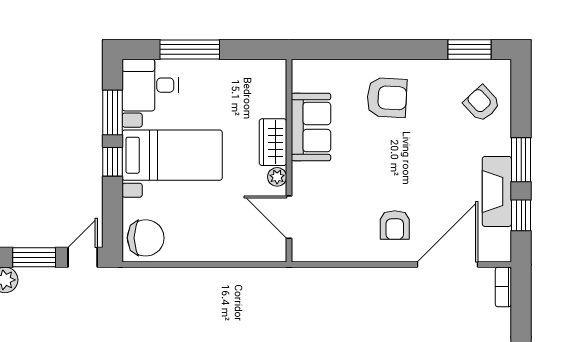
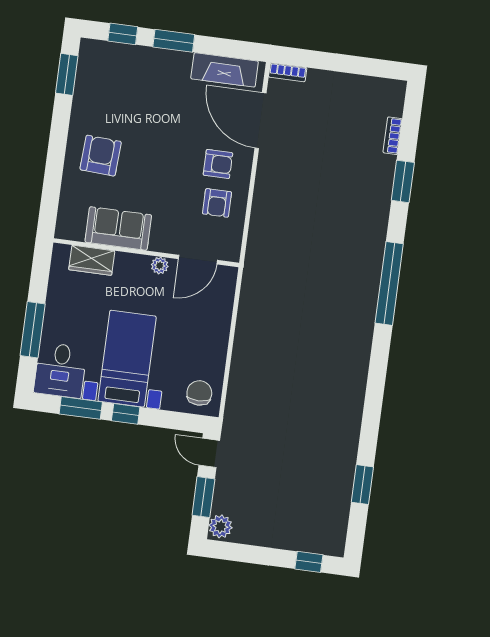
armchair: (482, 104) -> (217, 203), moved, turned -47
wardrobe: (273, 142) -> (92, 260), moved
fireplace: (497, 191) -> (225, 70), moved
window: (521, 215) -> (123, 34), moved
chair: (146, 238) -> (199, 393), width x0.73, depth x0.73

